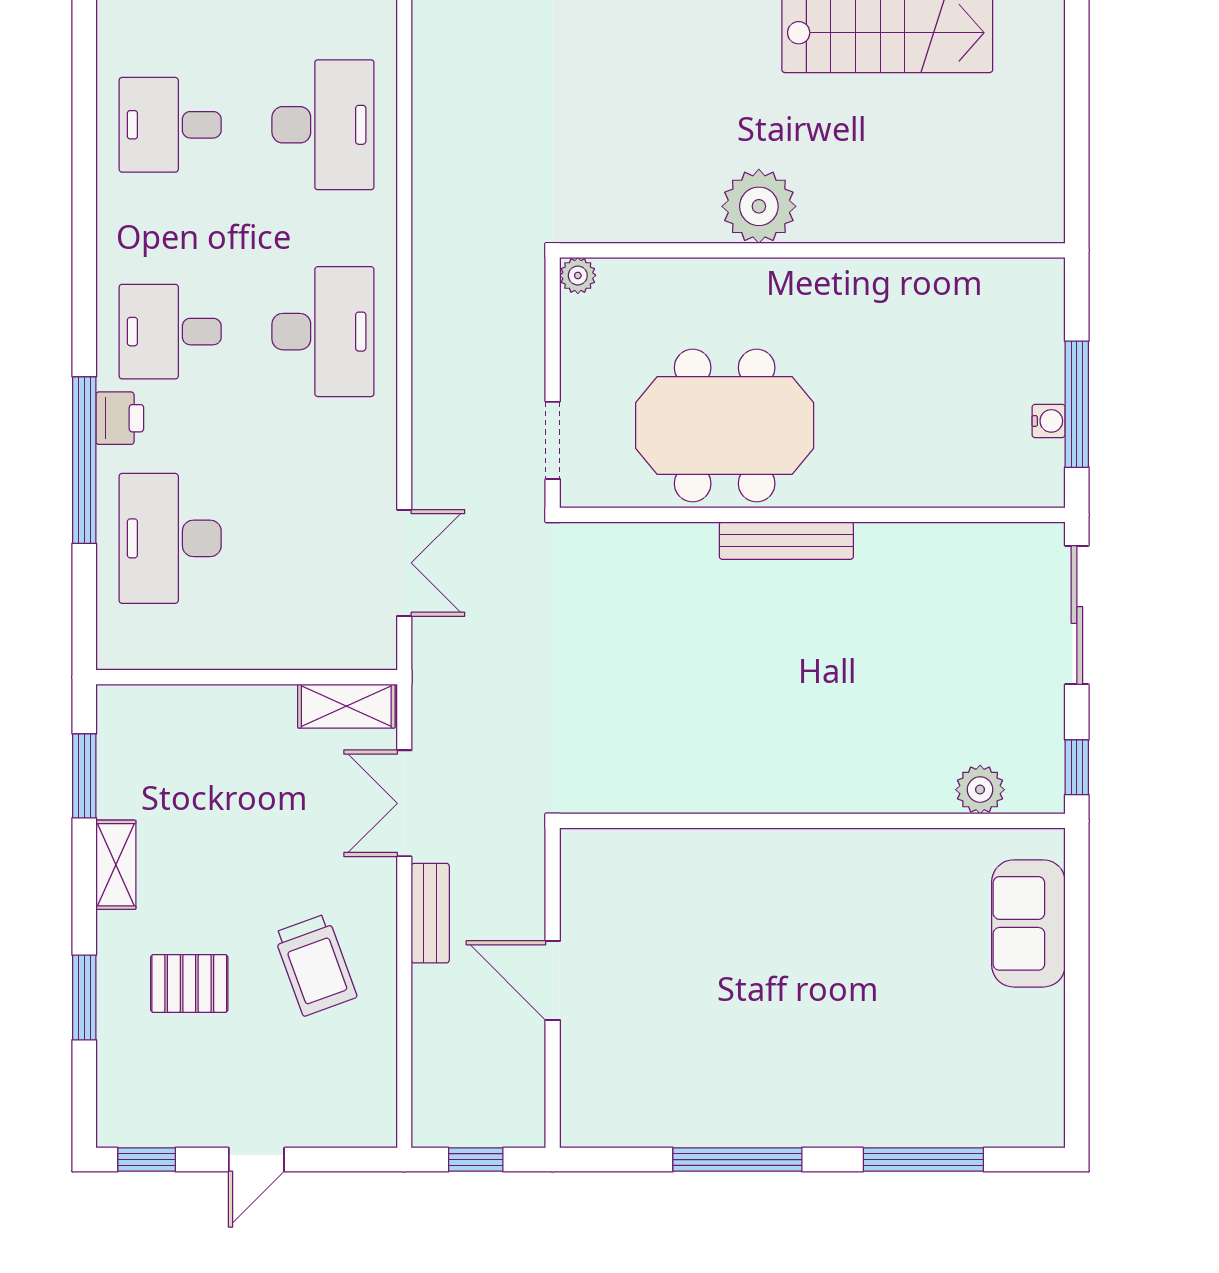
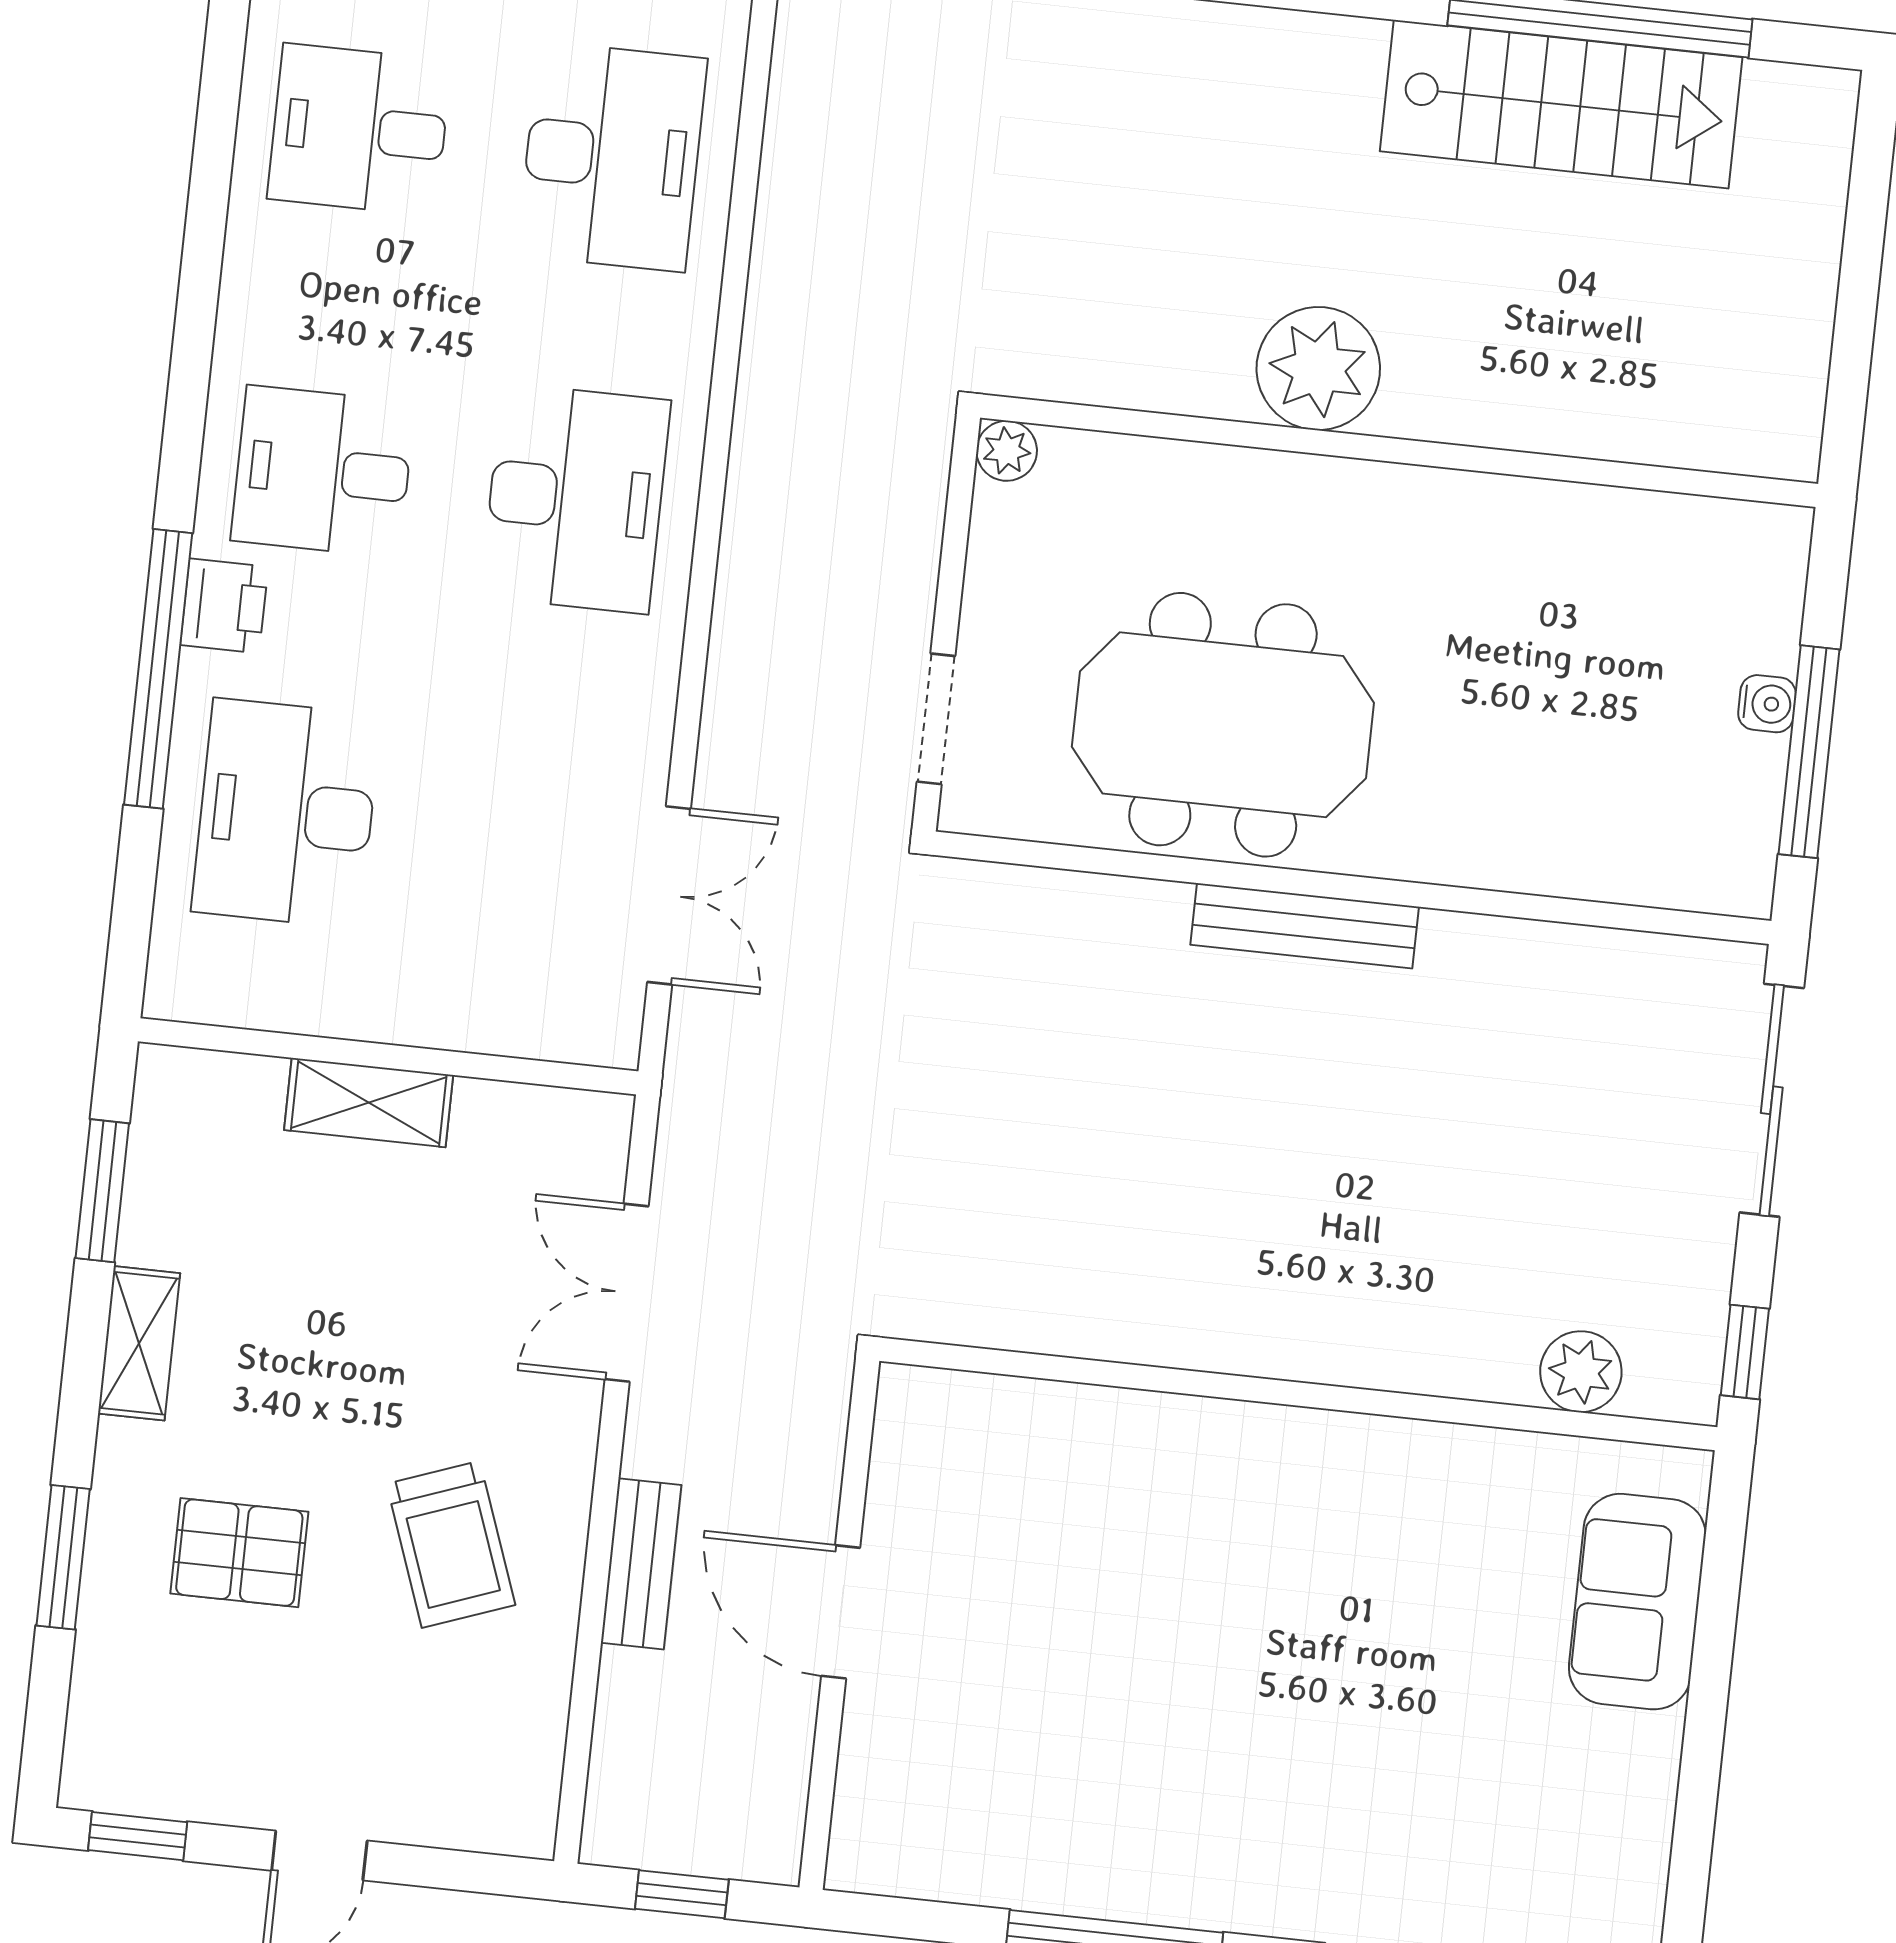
water cooler: (1049, 421) -> (1767, 704), moved
shelving: (346, 706) -> (369, 1103), moved
bench: (430, 913) -> (641, 1564), moved

